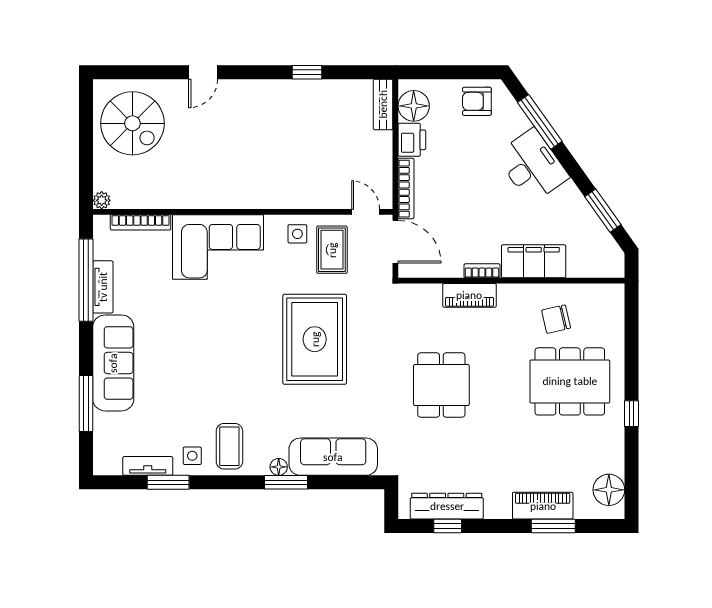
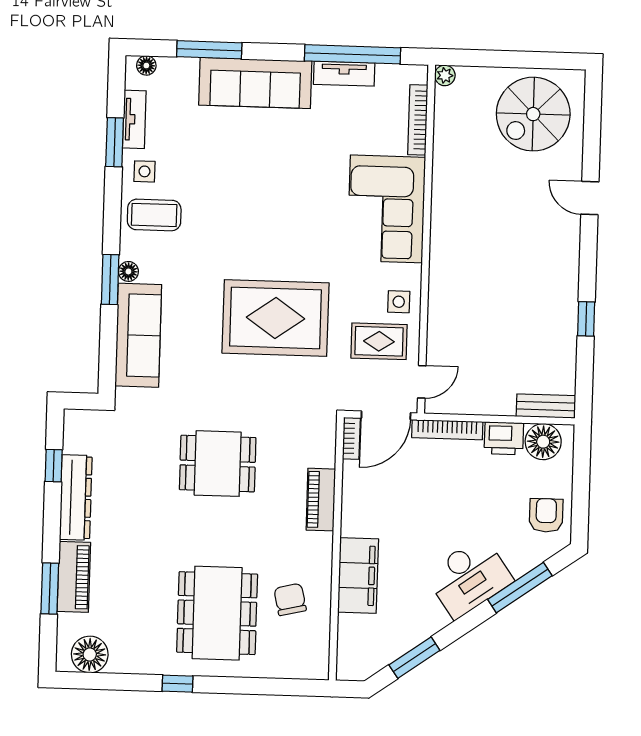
bookcase: (482, 271) -> (351, 438), moved
floor lamp: (101, 457) -> (146, 65), added
dresser: (447, 506) -> (76, 497), moved

